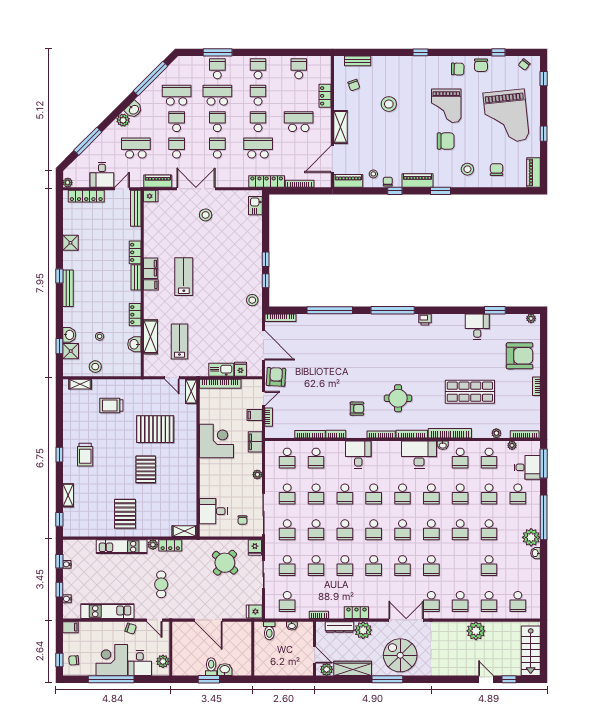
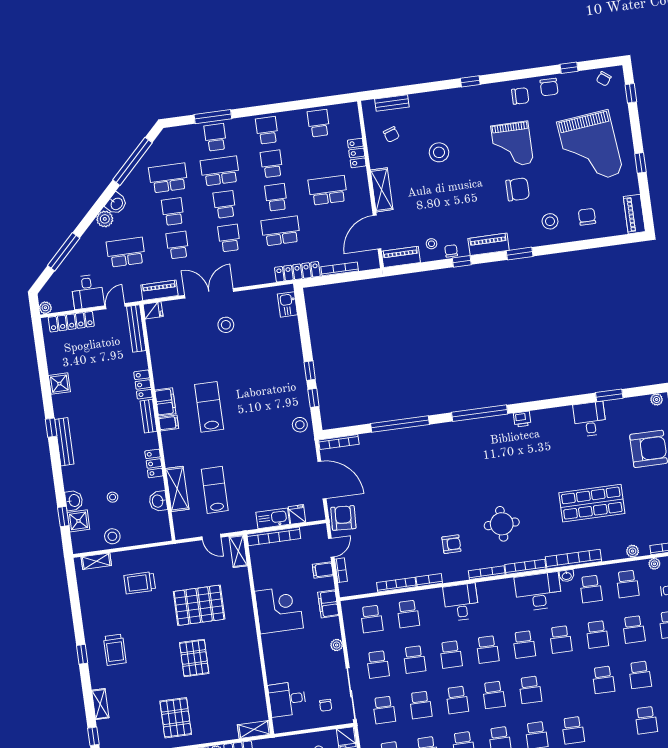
school desk: (431, 530) -> (567, 685), removed

